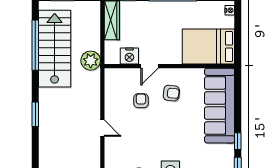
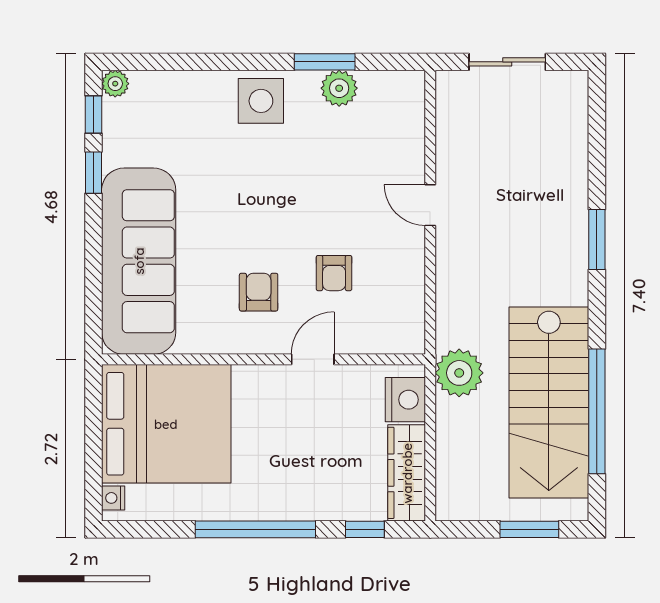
bed: (208, 47) -> (166, 424), width x1.36
nightstand: (129, 56) -> (405, 400), moved, turned 90
armchair: (171, 93) -> (259, 292), turned 84

